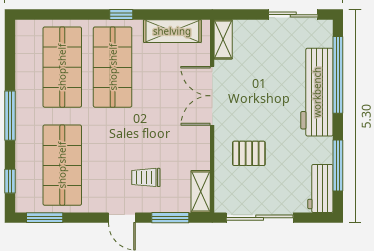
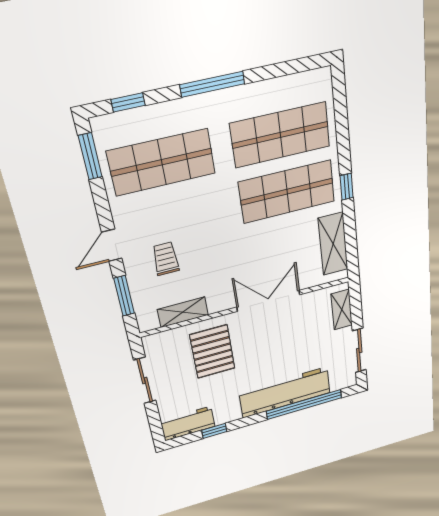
shelving: (223, 39) -> (342, 310), moved, turned 90
pallet: (249, 153) -> (212, 352), width x1.50, depth x1.42
window: (338, 166) -> (214, 431), width x0.46
shelving: (201, 192) -> (183, 312), moved
sliding door: (260, 218) -> (145, 380), width x0.73

